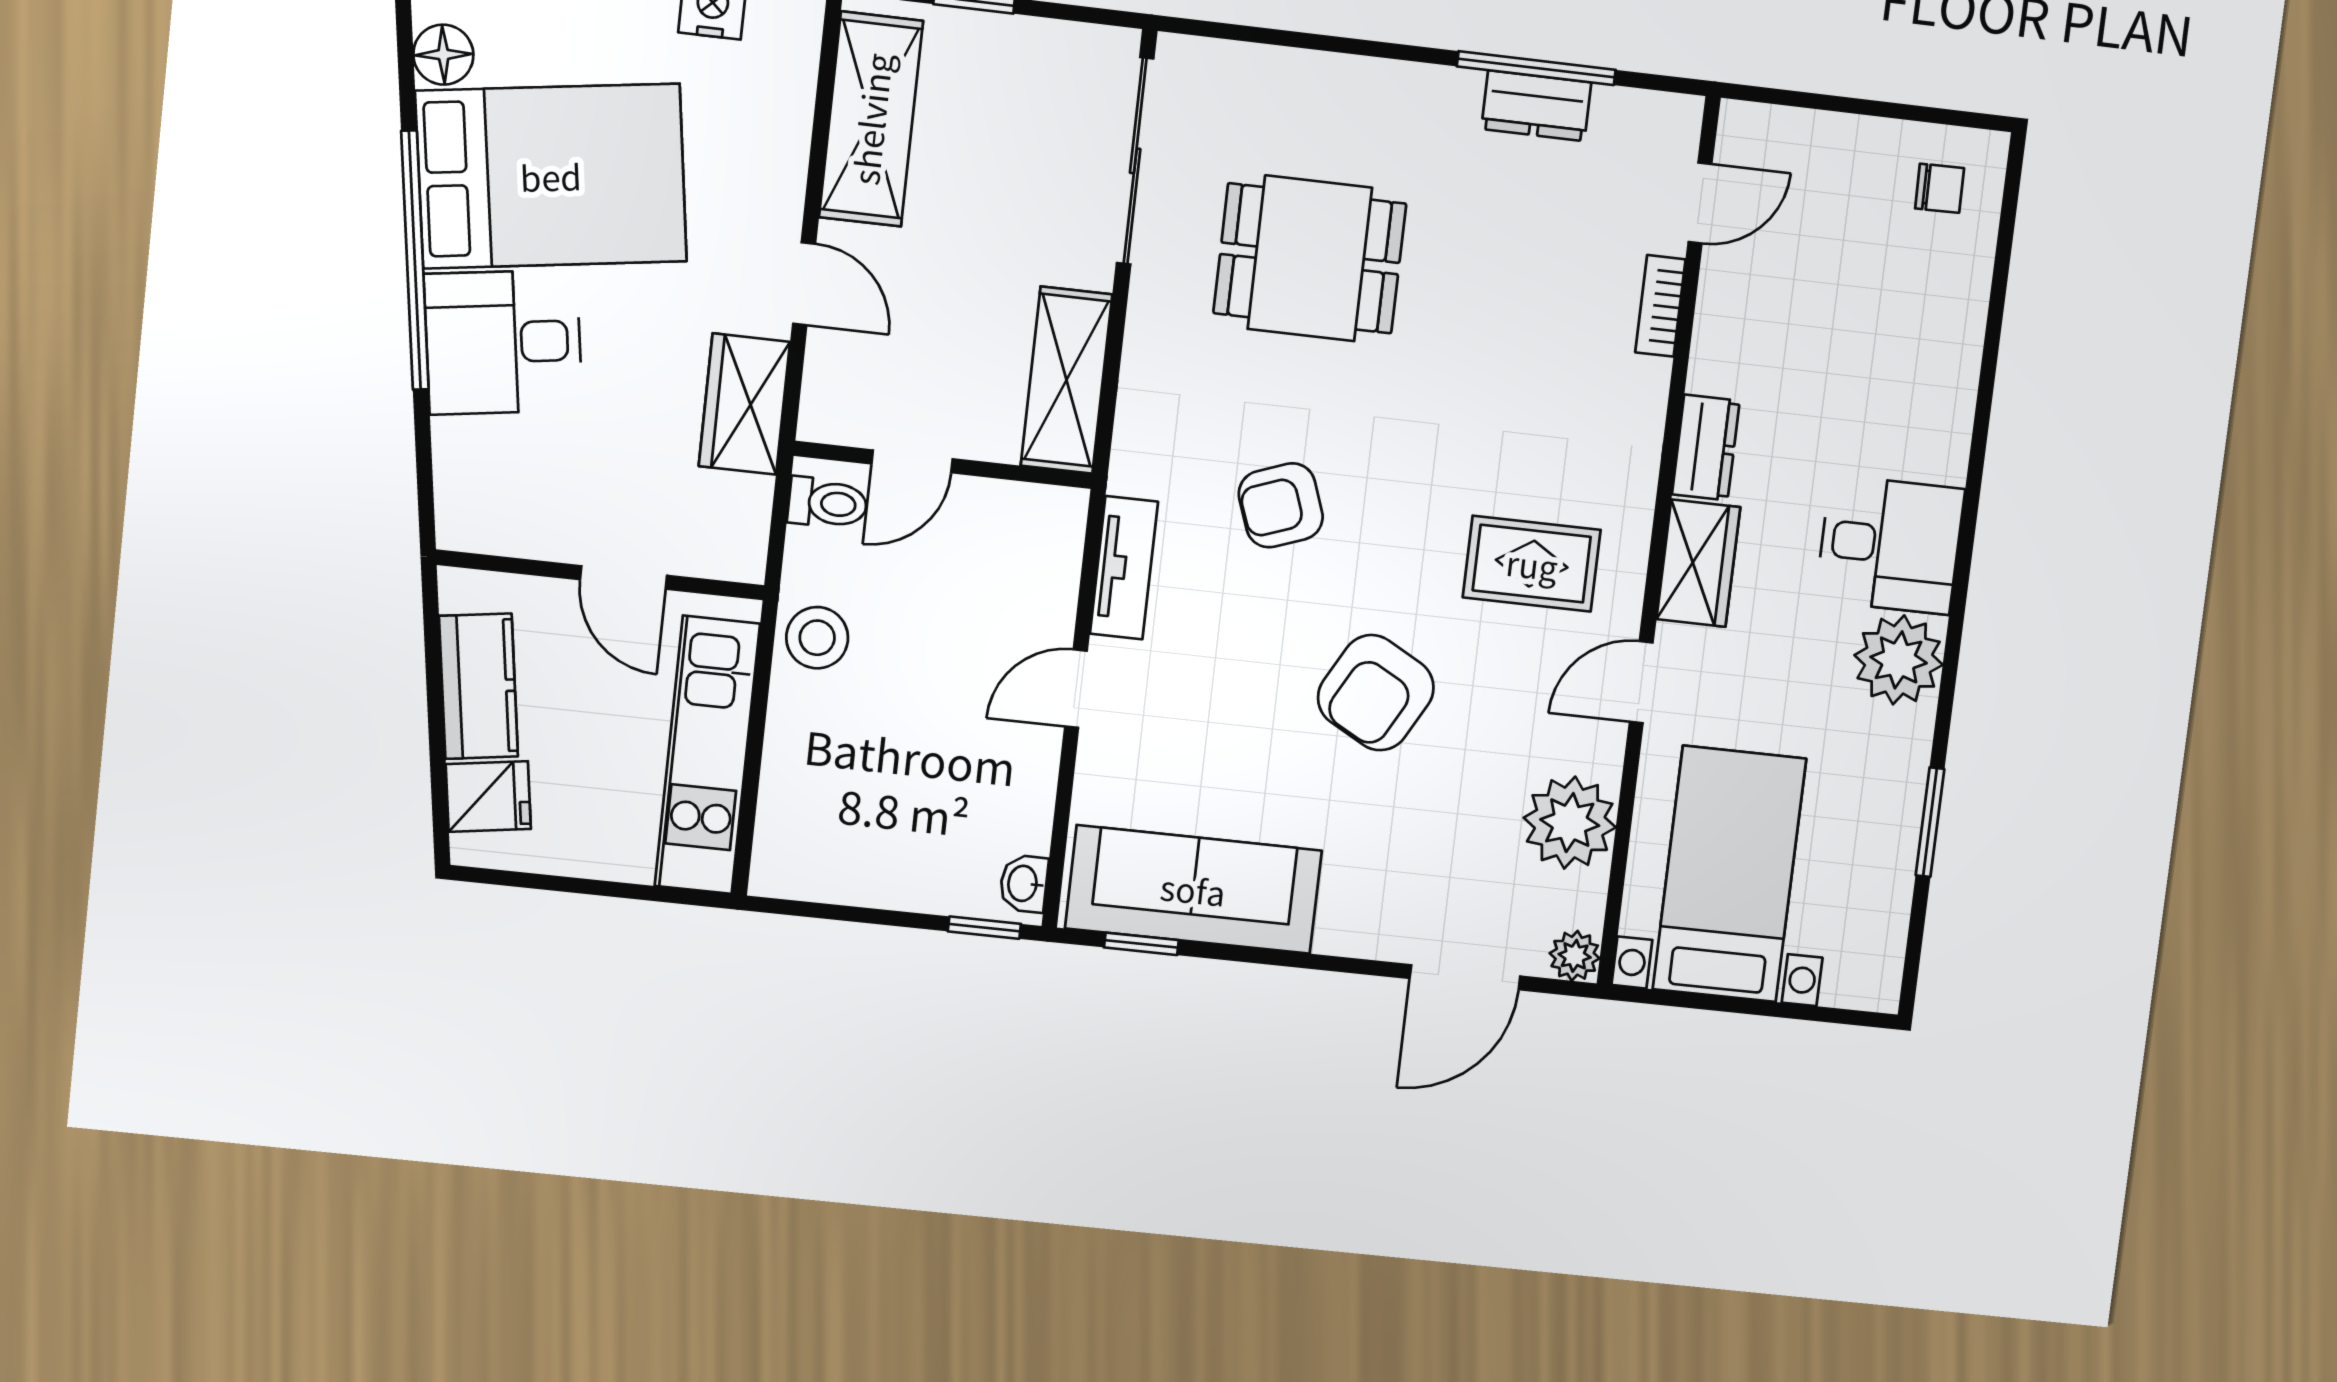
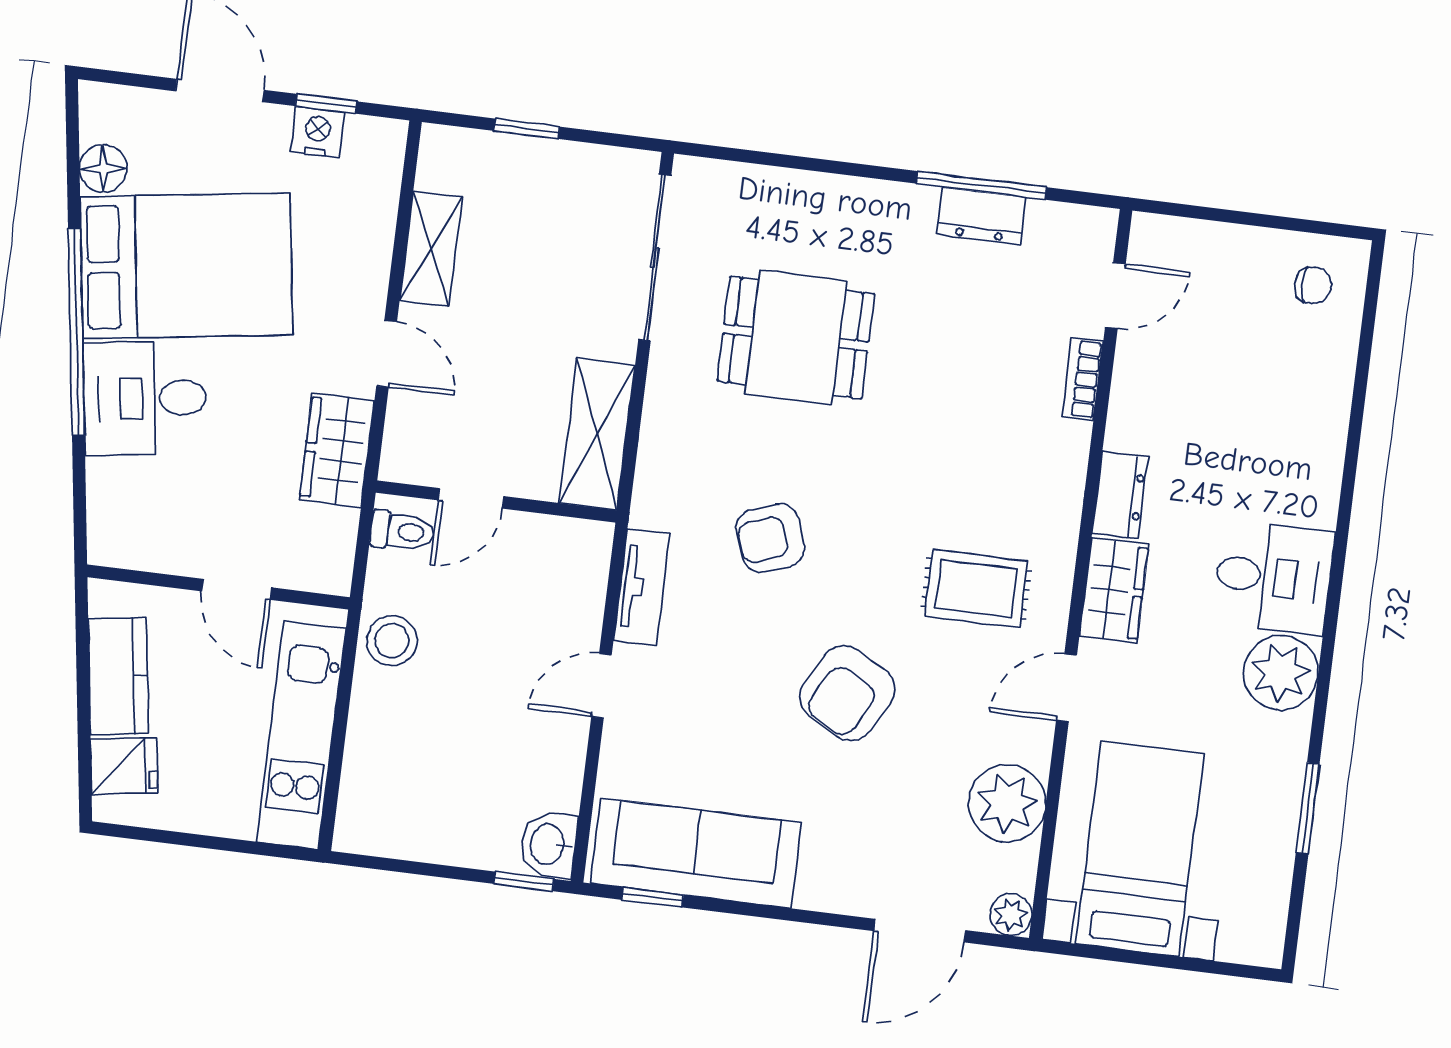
shelving: (871, 119) -> (431, 249), width x0.67, depth x0.75
washbasin: (1024, 884) -> (549, 845), width x1.38, depth x1.45

